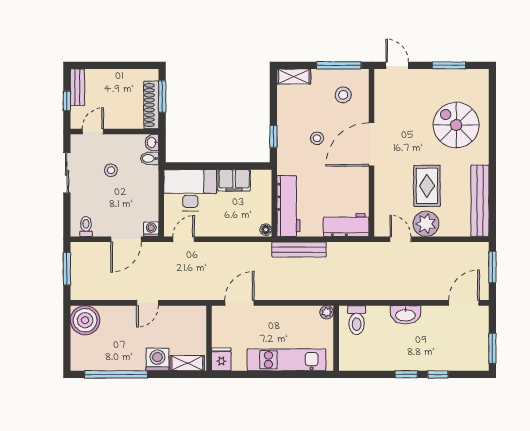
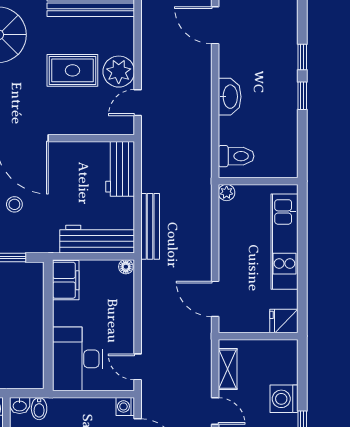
filing cabinet: (234, 180) -> (66, 280), moved
shelving: (187, 363) -> (228, 369), moved

